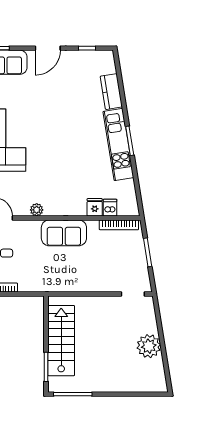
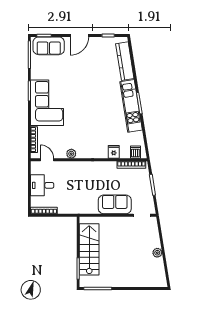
kitchen counter: (111, 92) -> (125, 61), width x1.50
dishwasher: (110, 208) -> (135, 152), moved
sofa: (64, 233) -> (115, 204), moved, turned 180
plant: (149, 346) -> (157, 253), width x0.53, depth x0.53

